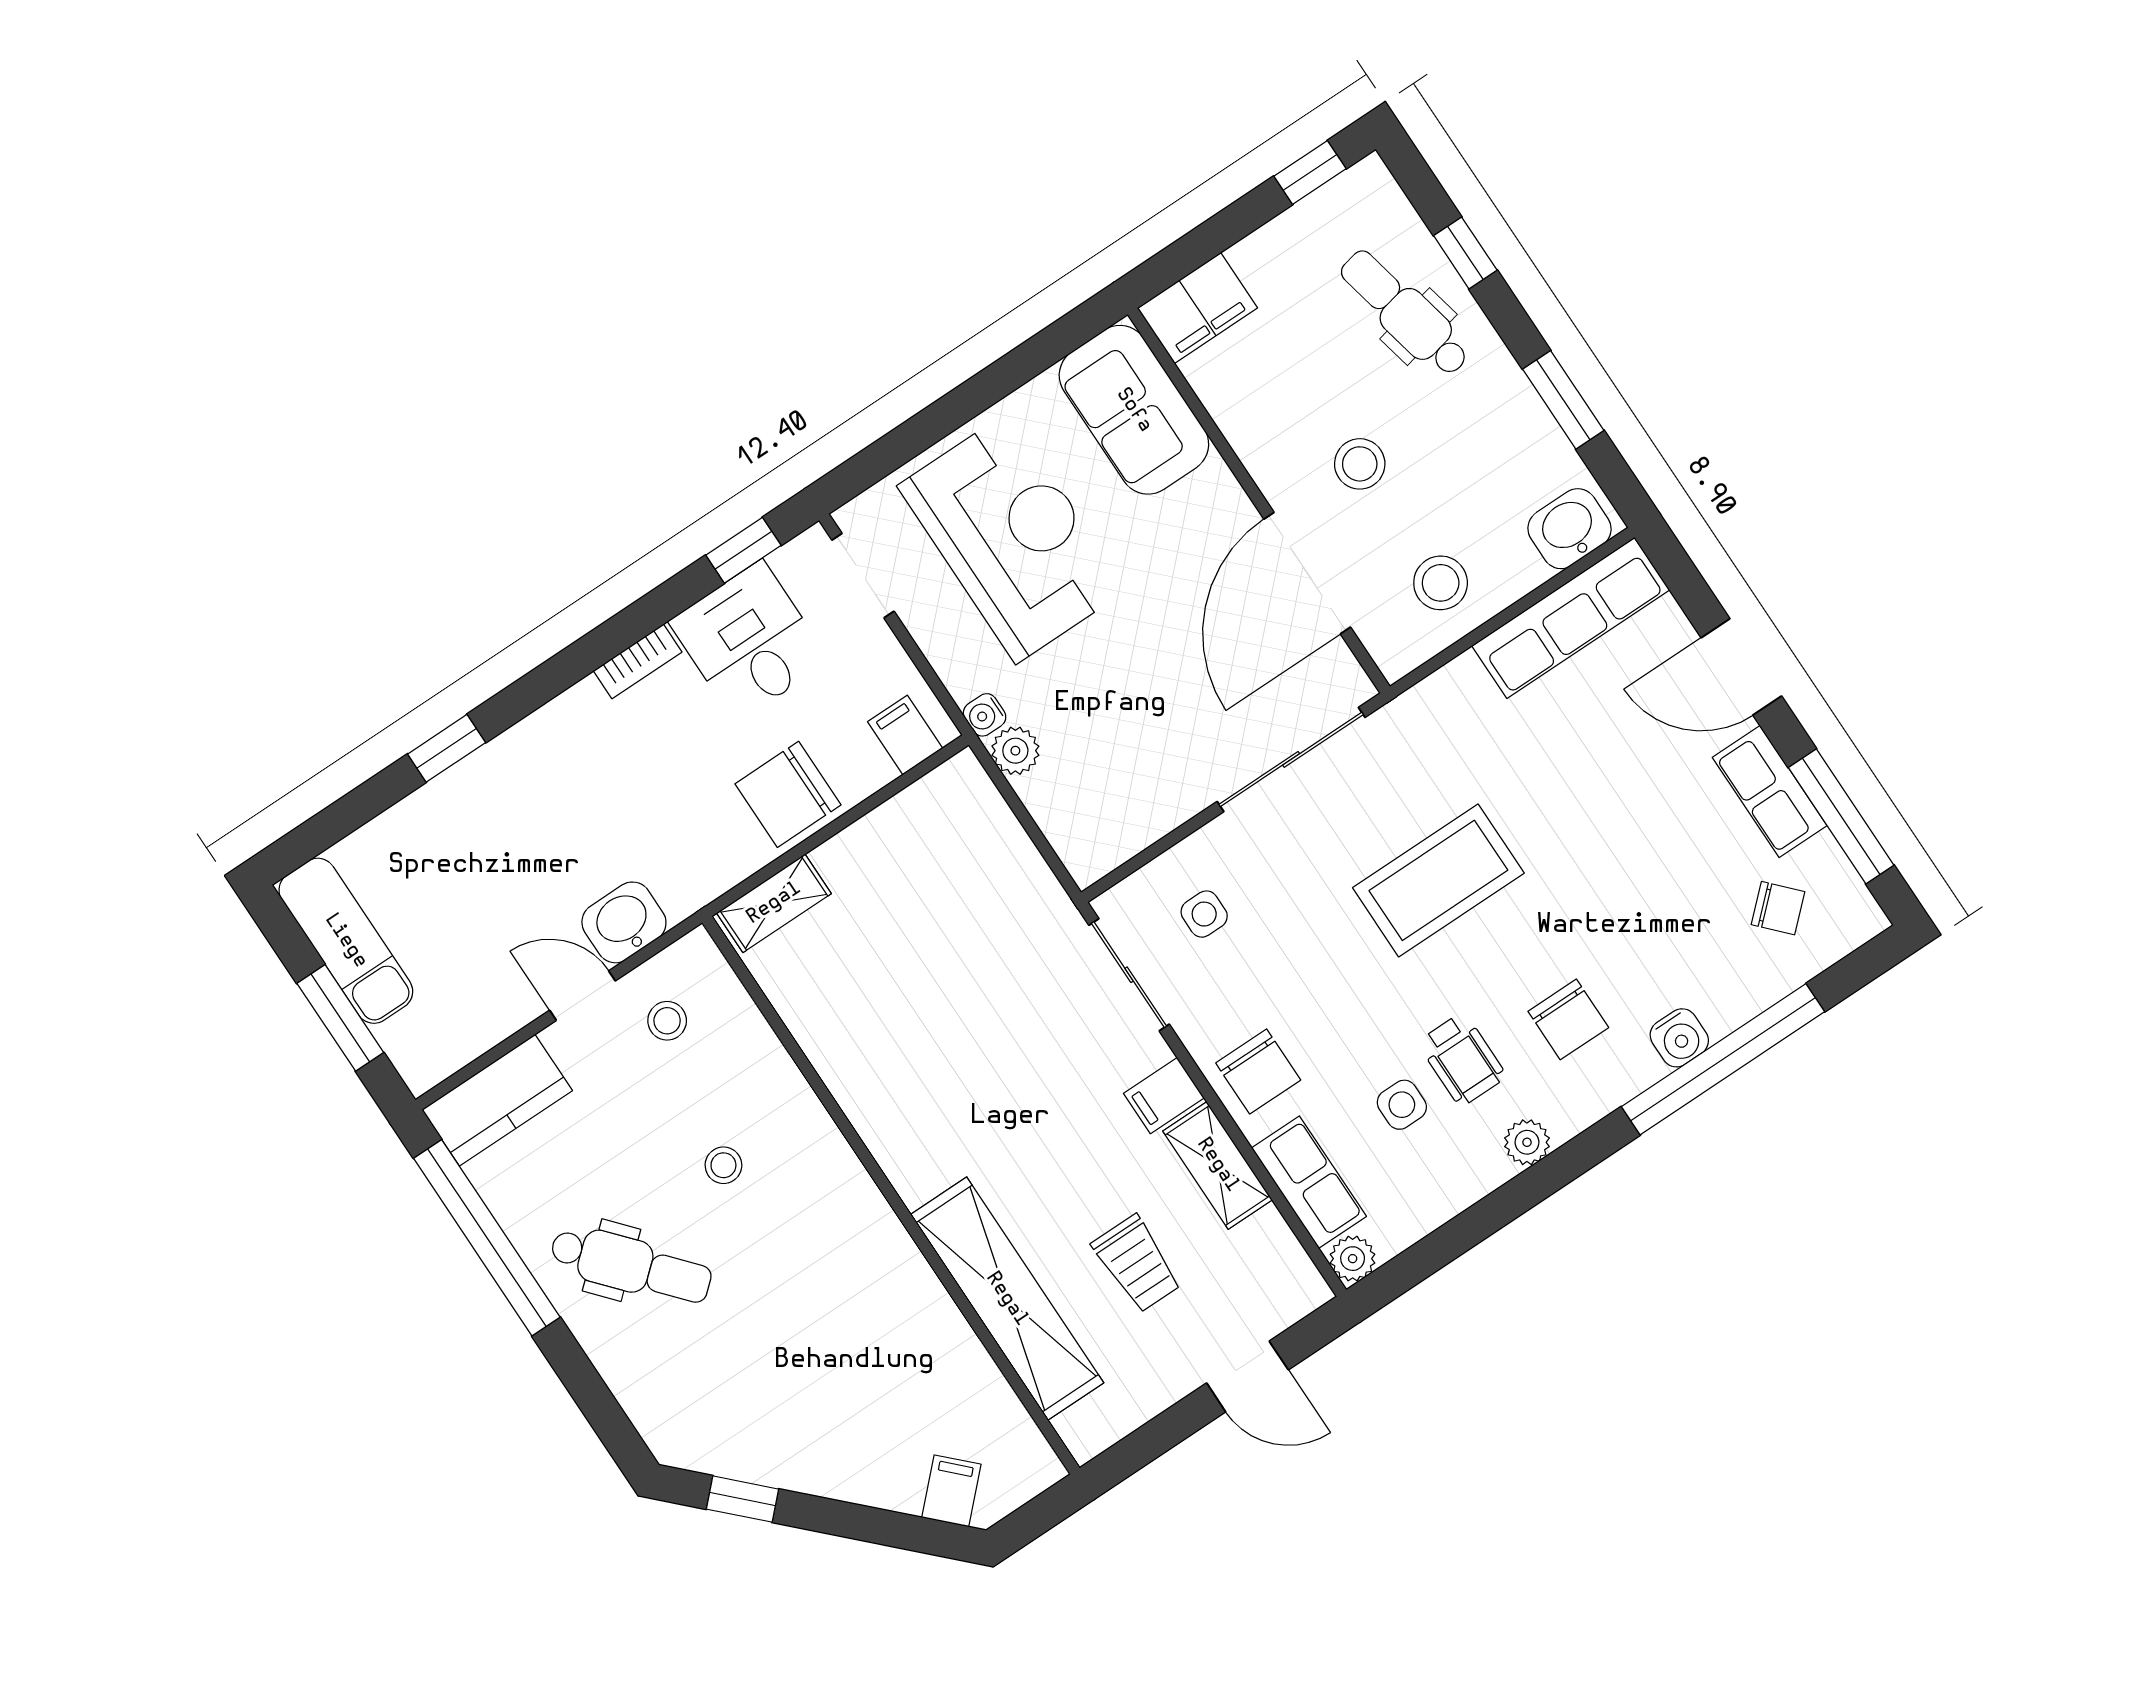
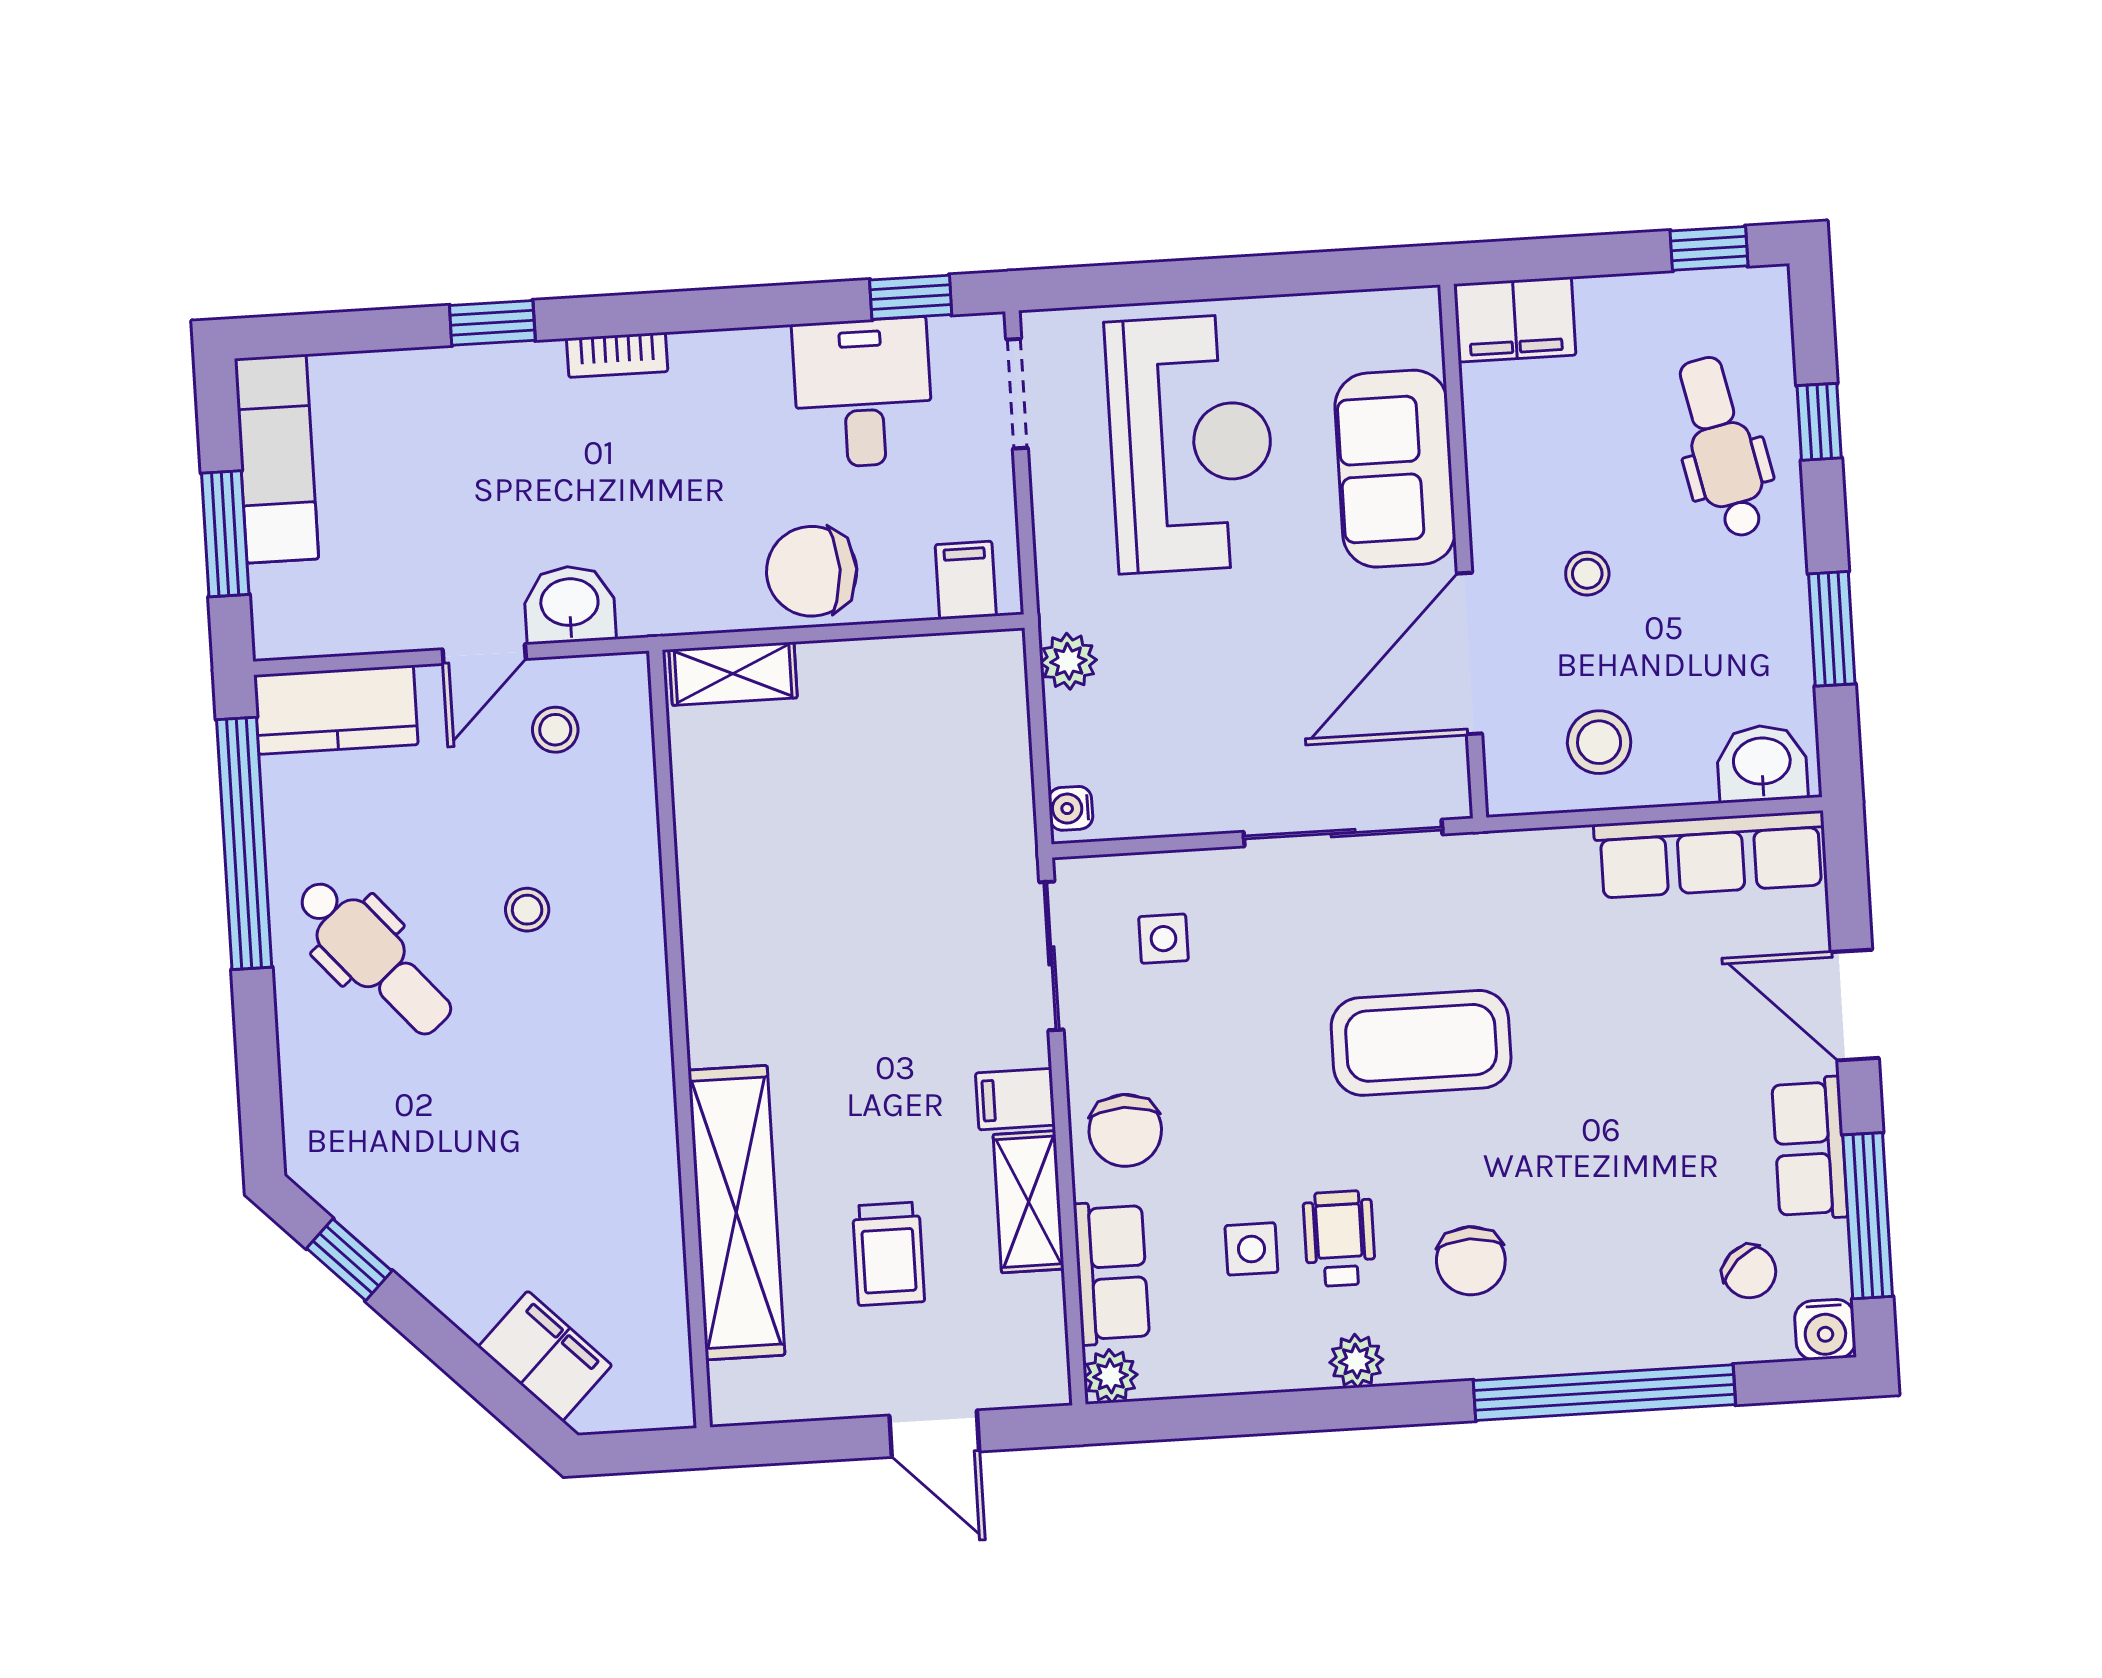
sofa: (1134, 410) -> (1395, 469), moved
stool: (1360, 464) -> (1587, 574), width x0.73, depth x0.73
bookcase: (638, 661) -> (617, 355), moved
water cooler: (985, 715) -> (1071, 808), moved
door: (582, 996) -> (484, 654), swing flipped
water cooler: (1679, 1038) -> (1825, 1330), moved
wheelchair: (1462, 1059) -> (1339, 1239), turned 180
filing cabinet: (951, 1491) -> (545, 1356), width x2.00

